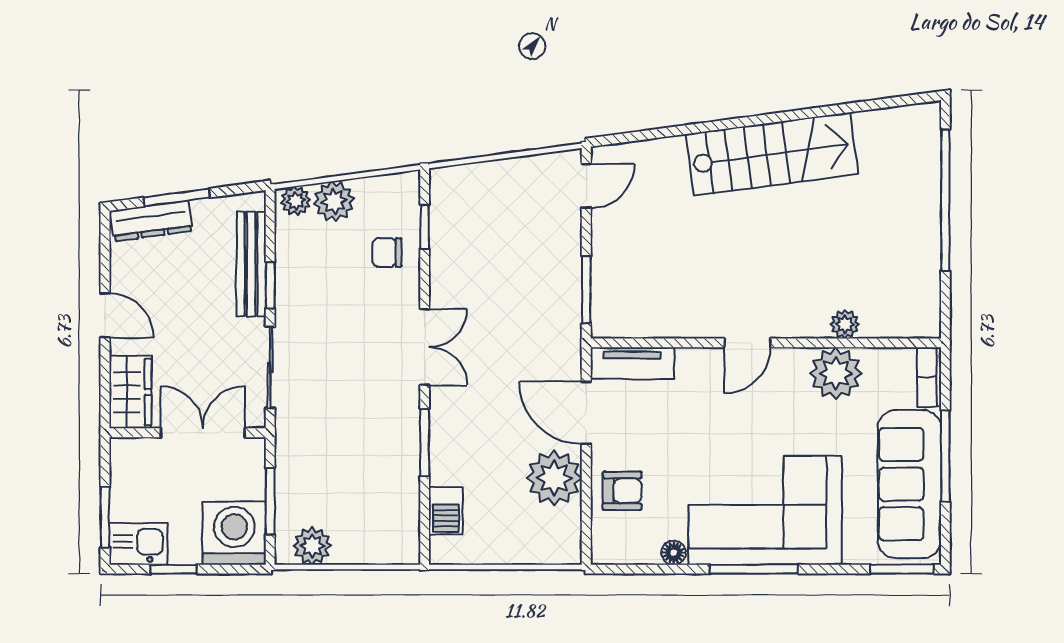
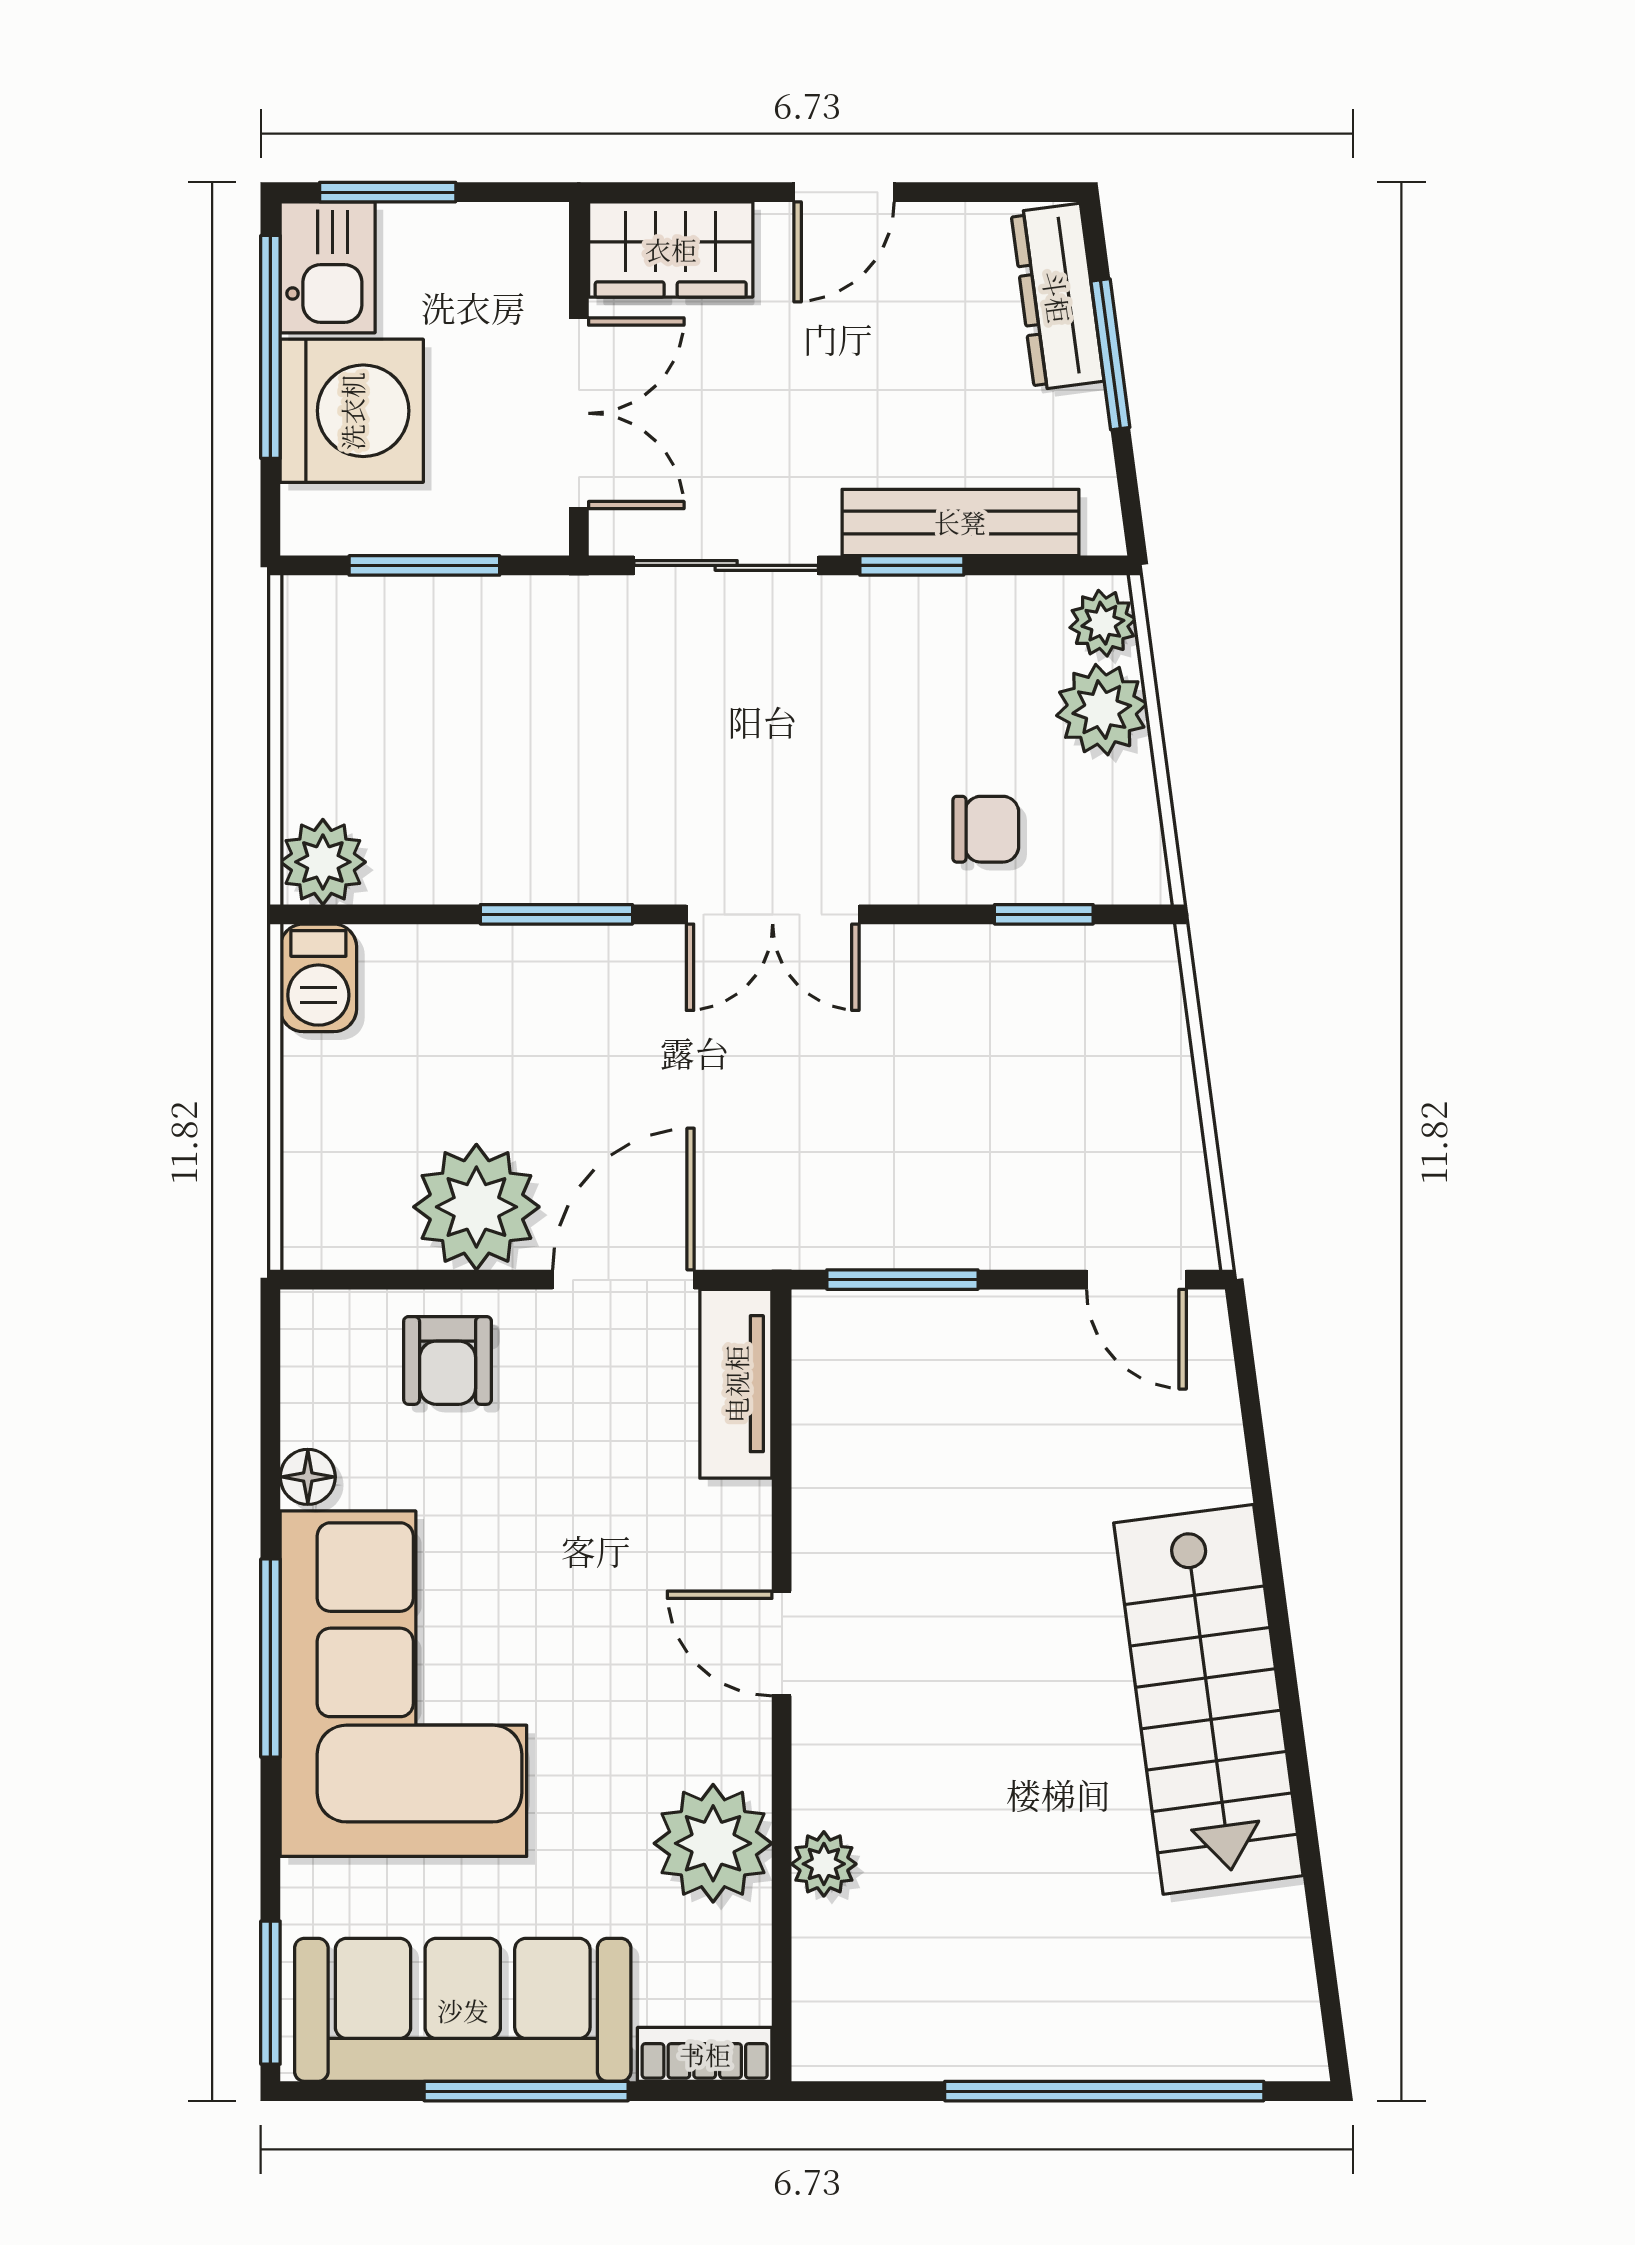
chair: (387, 253) -> (986, 829), turned 90
barbecue: (446, 511) -> (318, 978), moved, turned -90
washing machine: (234, 533) -> (352, 411), moved
plant: (312, 546) -> (323, 862), moved
window: (173, 569) -> (270, 347), width x2.17

